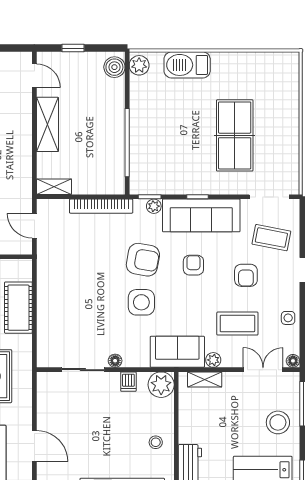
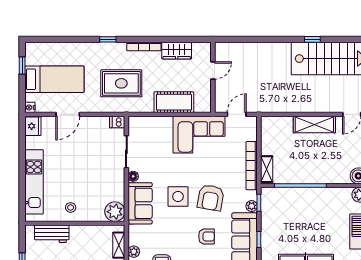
shelving: (54, 187) -> (267, 169), moved
corner sofa: (61, 275) -> (199, 135), added
sofa: (177, 352) -> (140, 203), moved
dishwasher: (128, 382) -> (117, 122), moved

